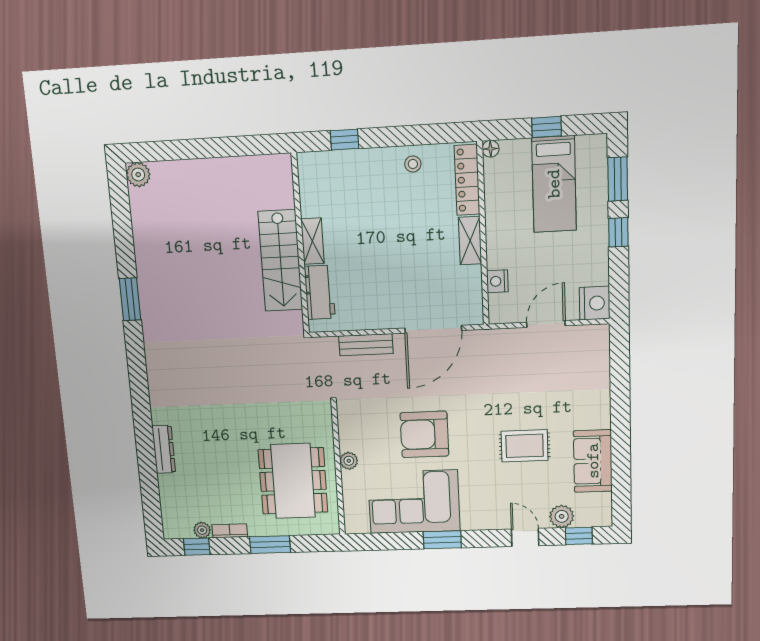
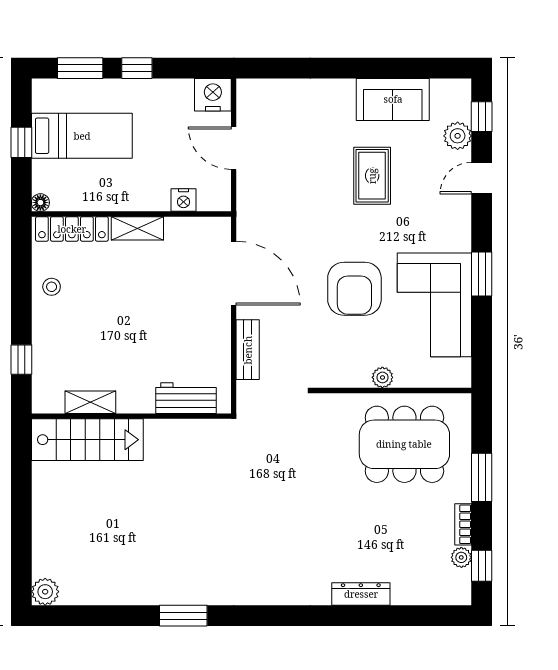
shelving: (312, 241) -> (90, 402), moved
stairs: (280, 261) -> (87, 440), moved

